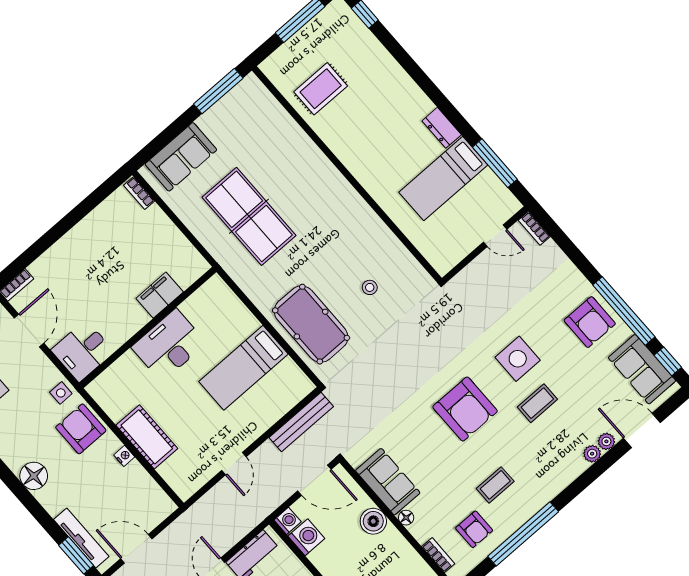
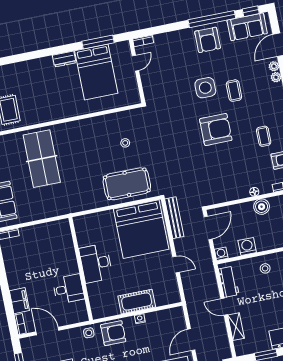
bed: (443, 179) -> (96, 72), width x1.50
table tennis table: (249, 216) -> (42, 159), moved, turned 90
filing cabinet: (160, 295) -> (19, 301), moved, turned 180
armchair: (590, 322) -> (208, 40), turned 90
desk: (83, 351) -> (68, 289), moved, turned -90
bed: (243, 368) -> (141, 229), width x2.04
armchair: (81, 429) -> (113, 333), turned 180
sofa: (388, 482) -> (230, 191), removed
boiler: (373, 521) -> (262, 207), moved
washing machine: (306, 537) -> (247, 246), moved

